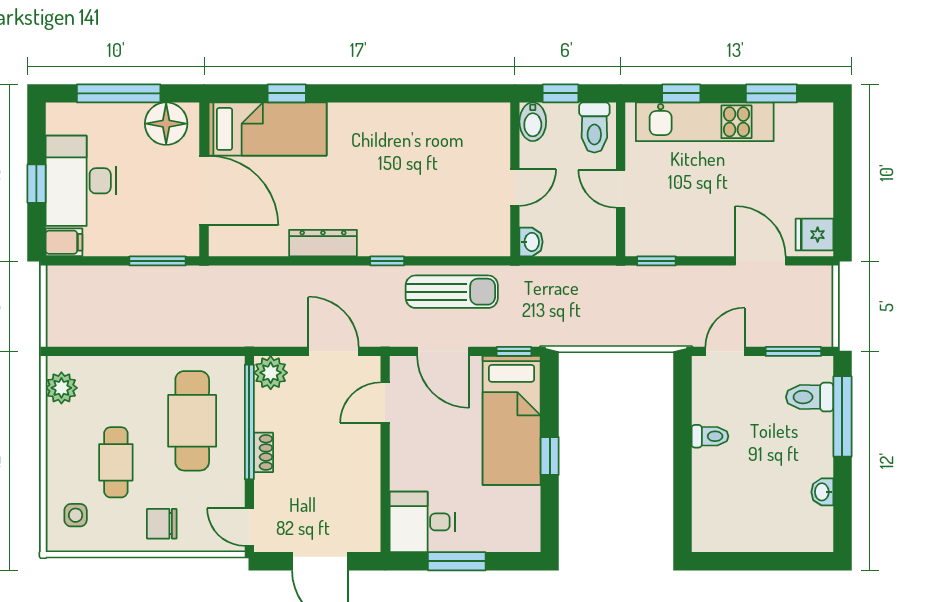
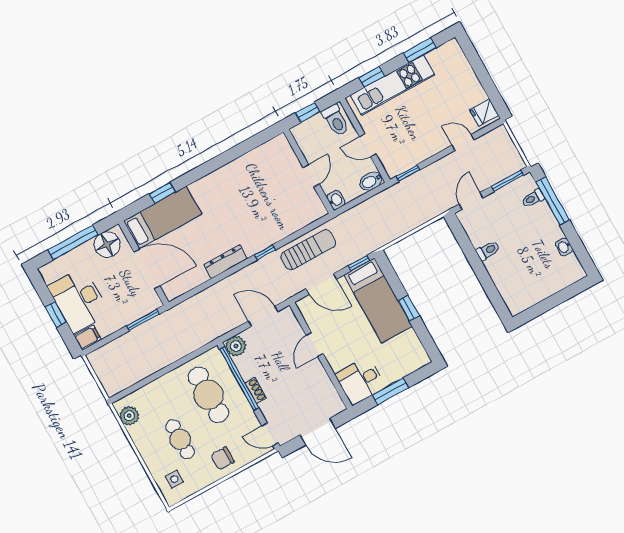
bidet: (533, 122) -> (371, 181), moved, turned 90
door: (760, 261) -> (463, 142), width x0.73
toilet: (810, 397) -> (533, 198), width x0.73, depth x0.72
door: (385, 403) -> (315, 345), moved

